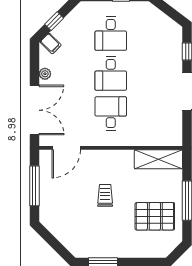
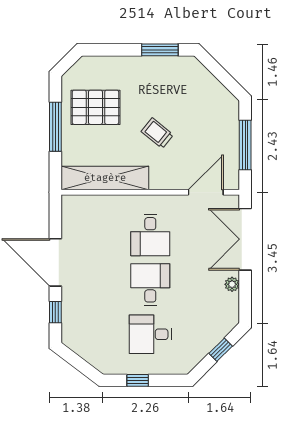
desk: (111, 34) -> (150, 334), turned -90
filing cabinet: (51, 44) -> (225, 322), removed
shelving: (158, 159) -> (105, 178), width x1.47
trolley: (105, 195) -> (157, 133), turned 129

